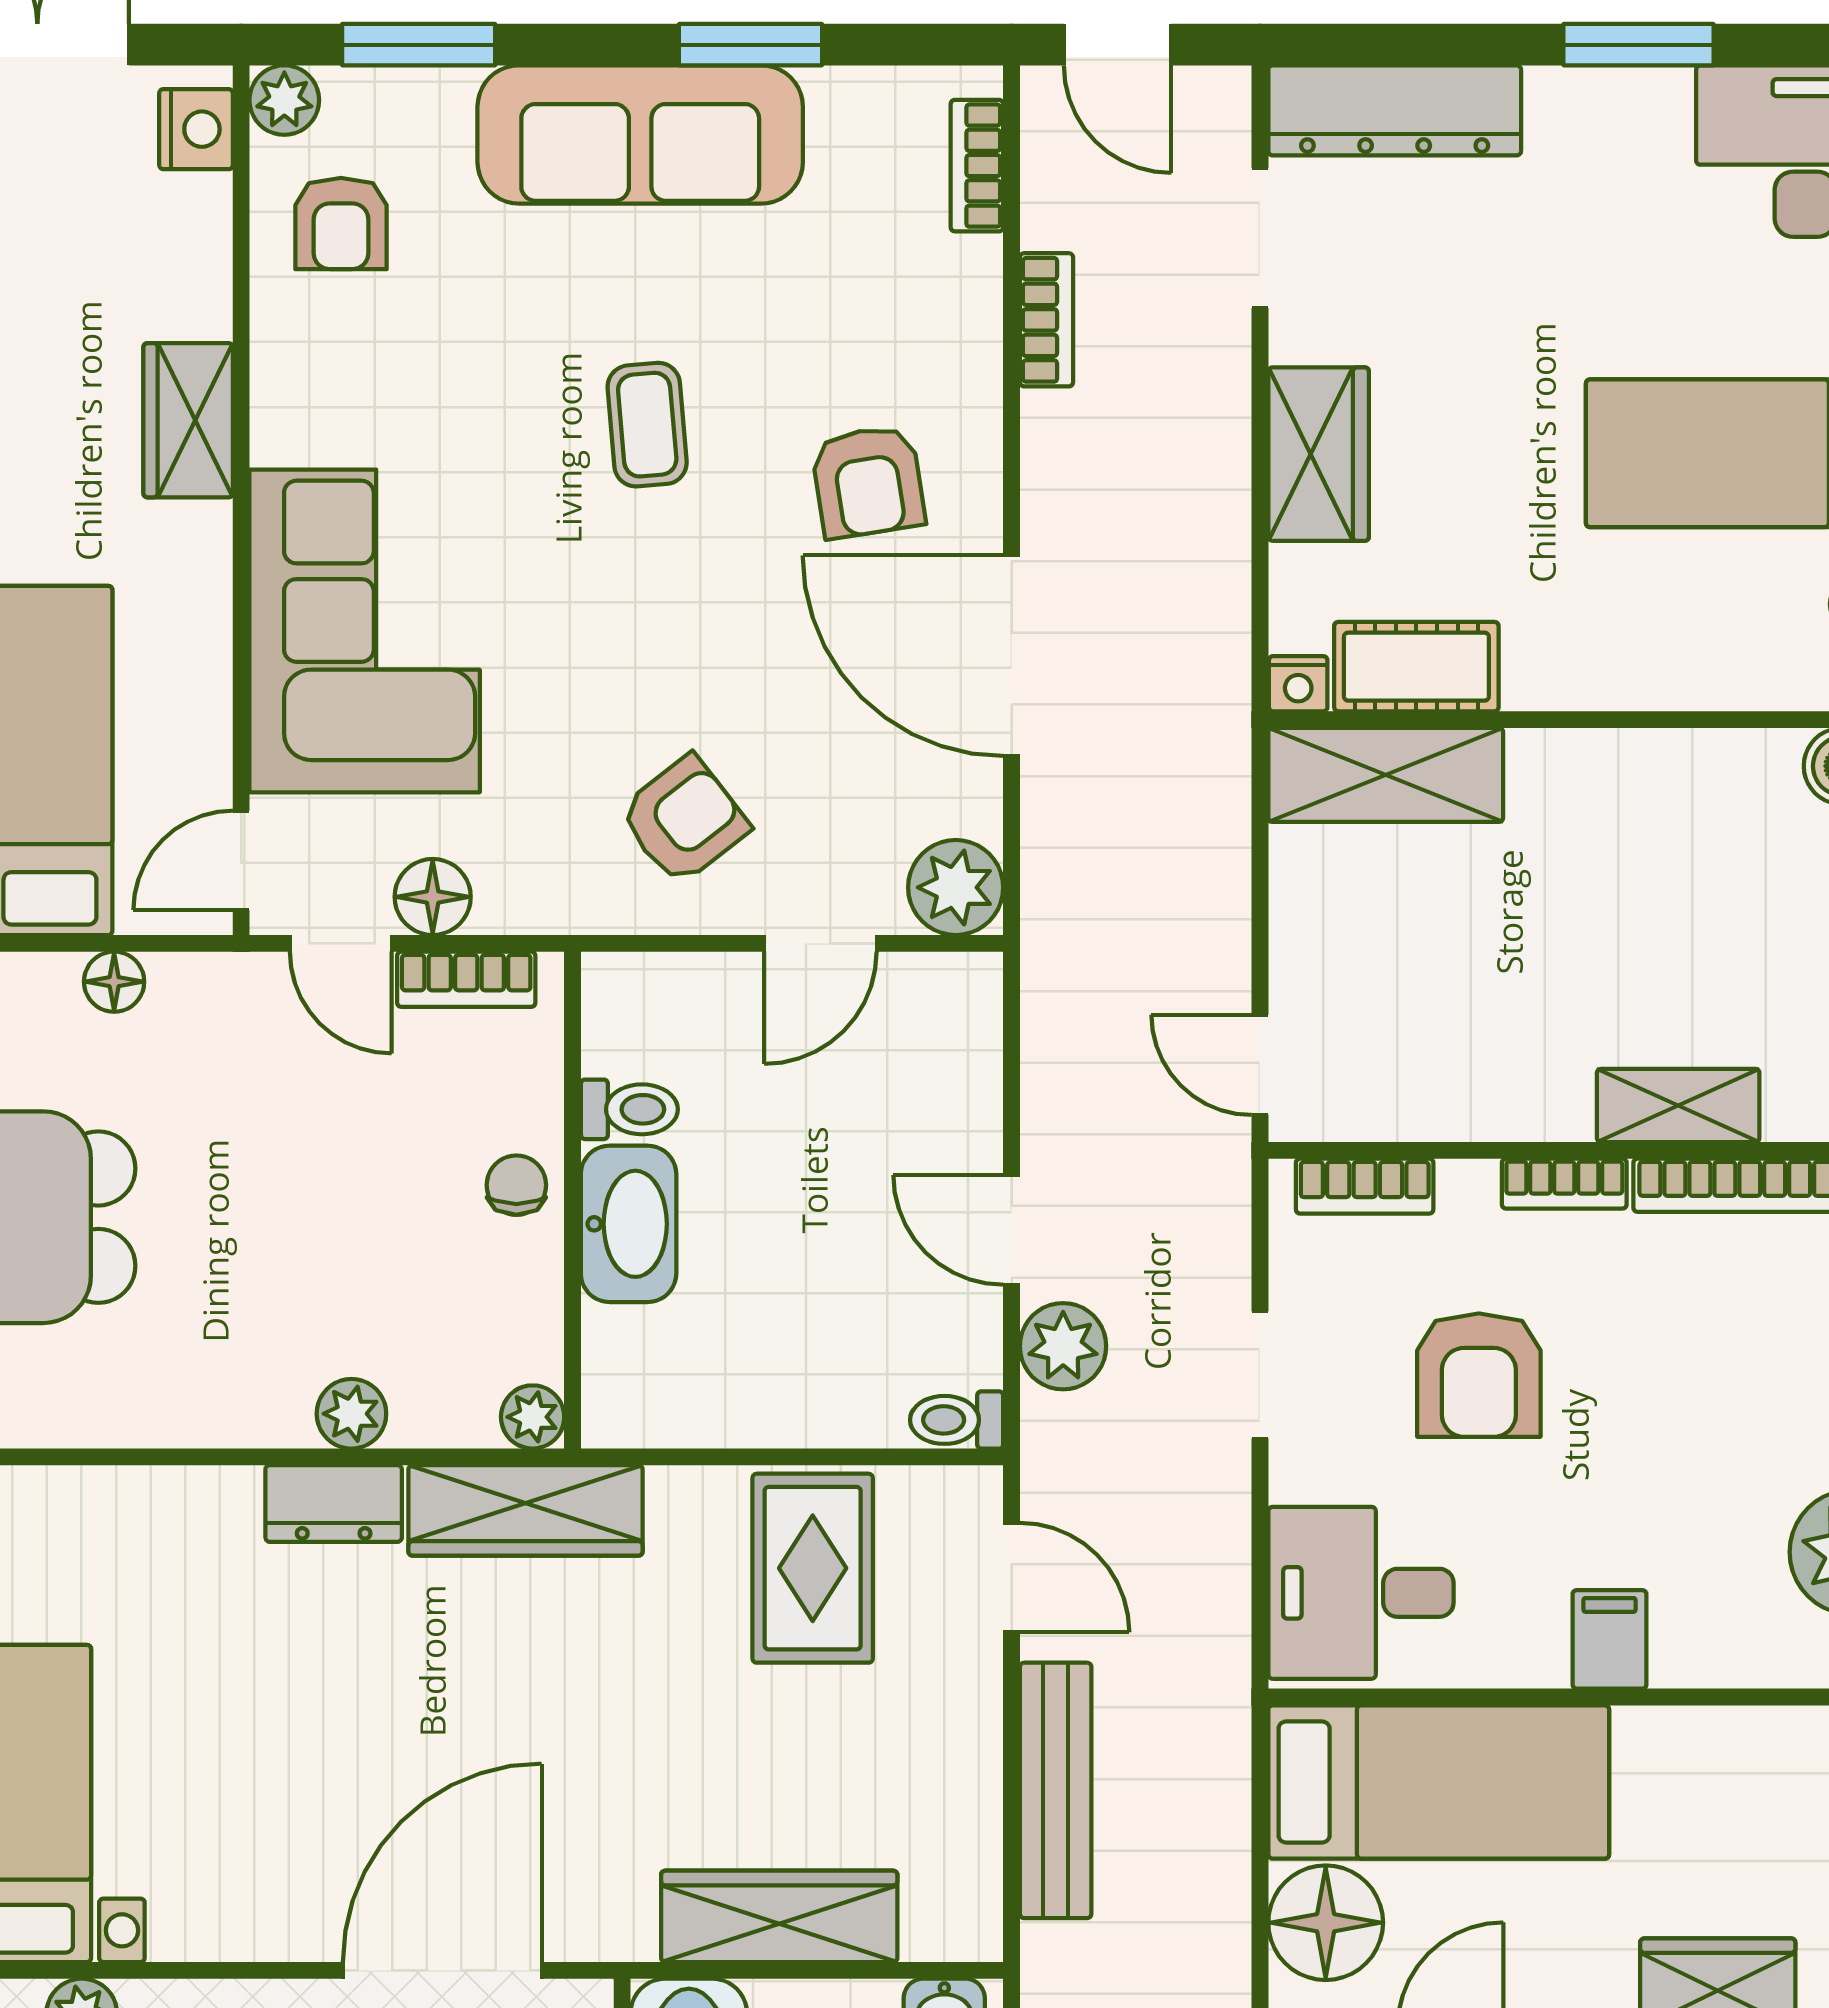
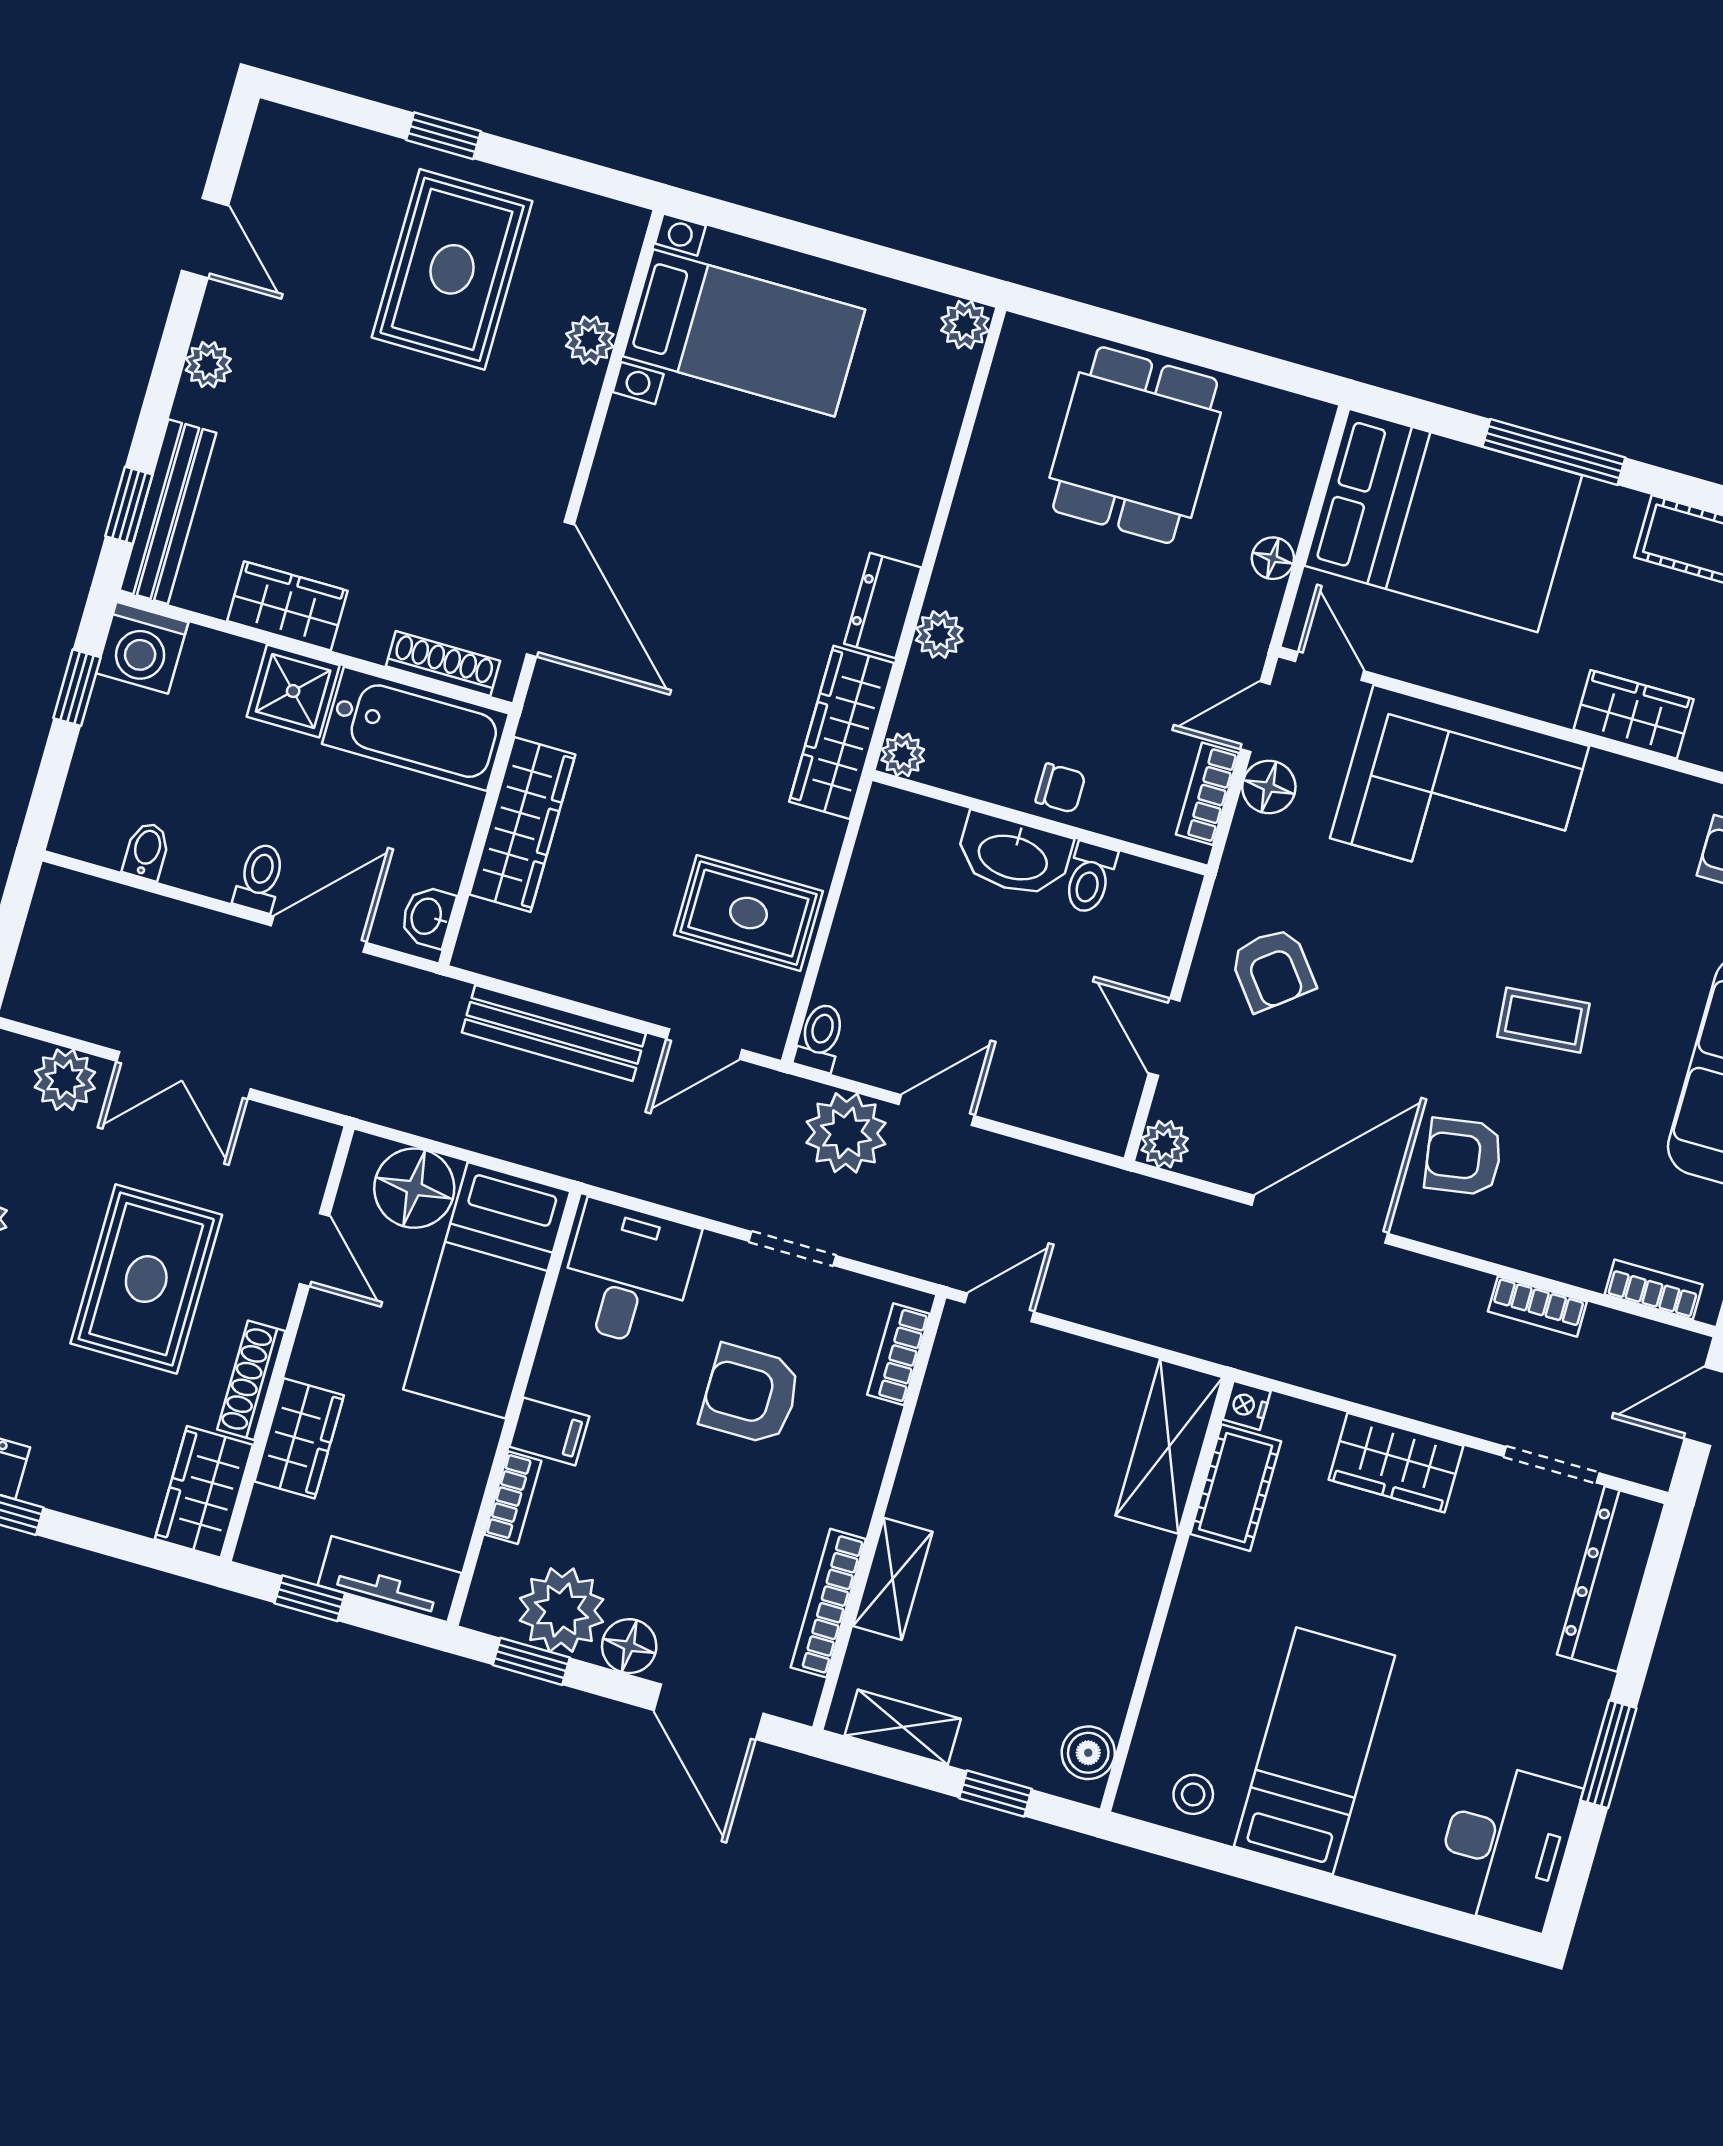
plant: (956, 887) -> (1165, 1144), width x0.73, depth x0.73
bookcase: (1564, 1184) -> (513, 1498), moved, turned 180
plant: (1063, 1346) -> (846, 1133), width x1.36, depth x1.36

